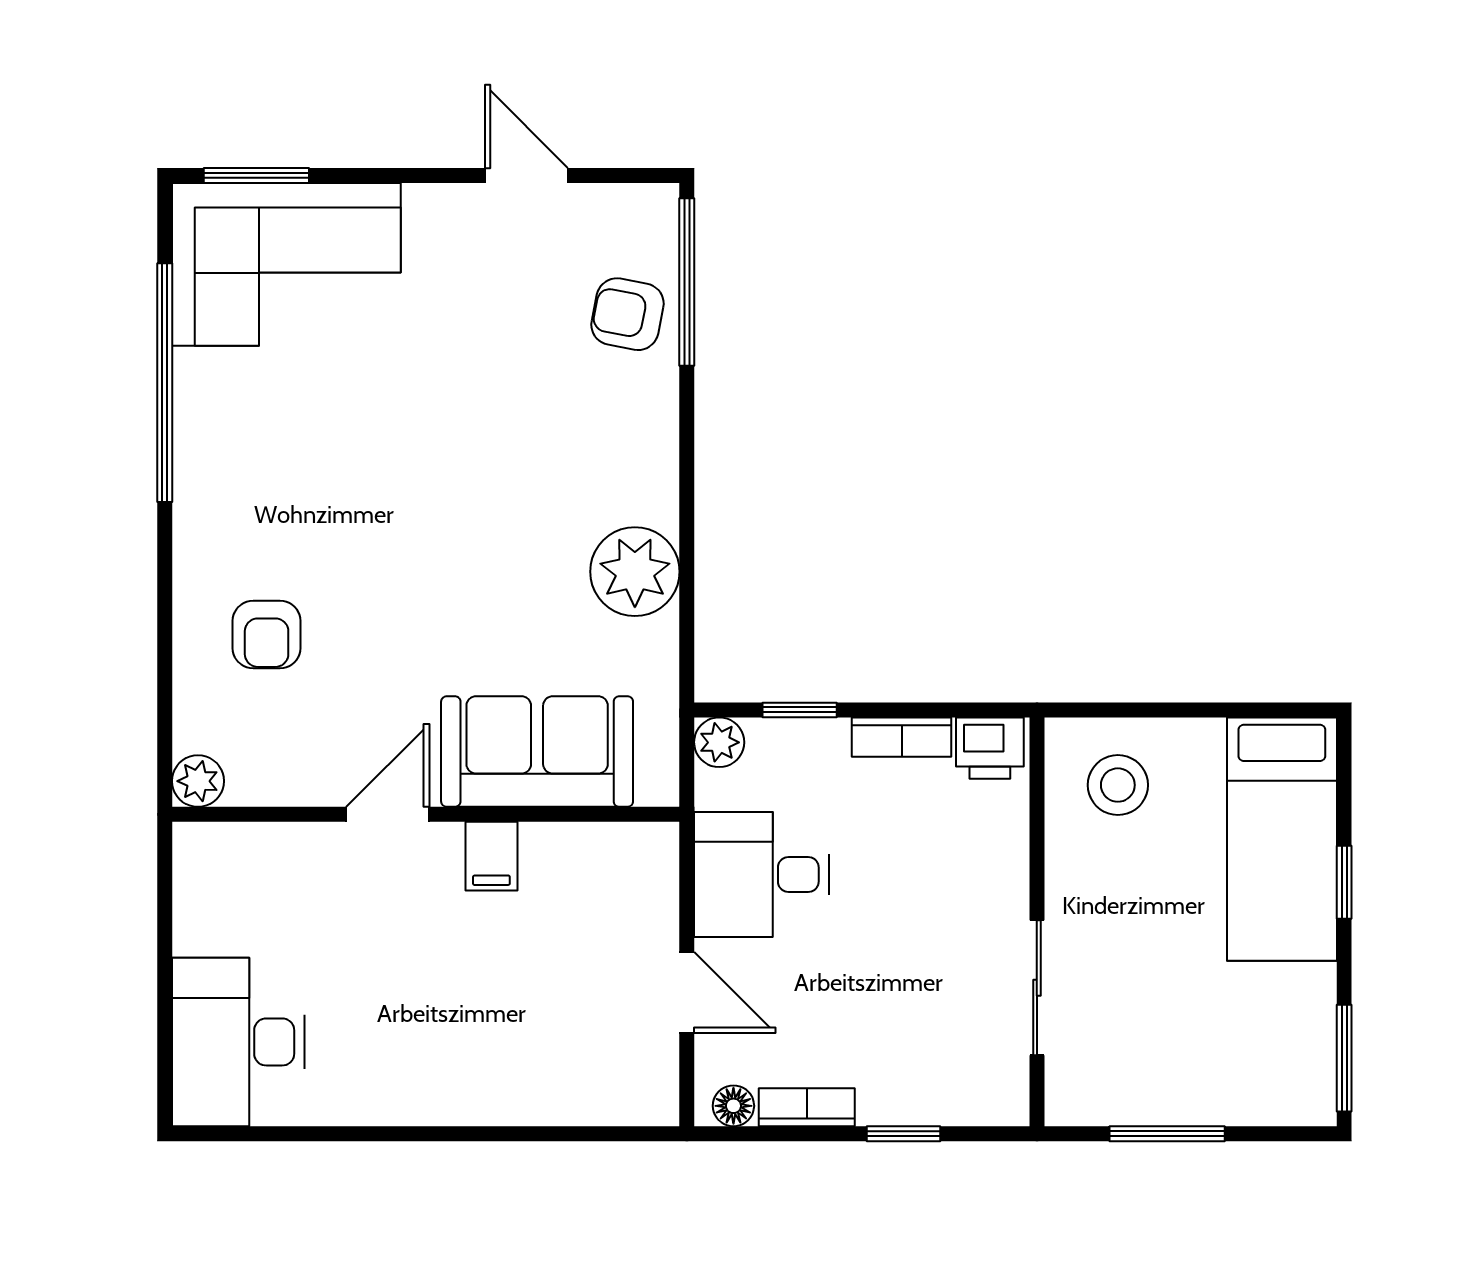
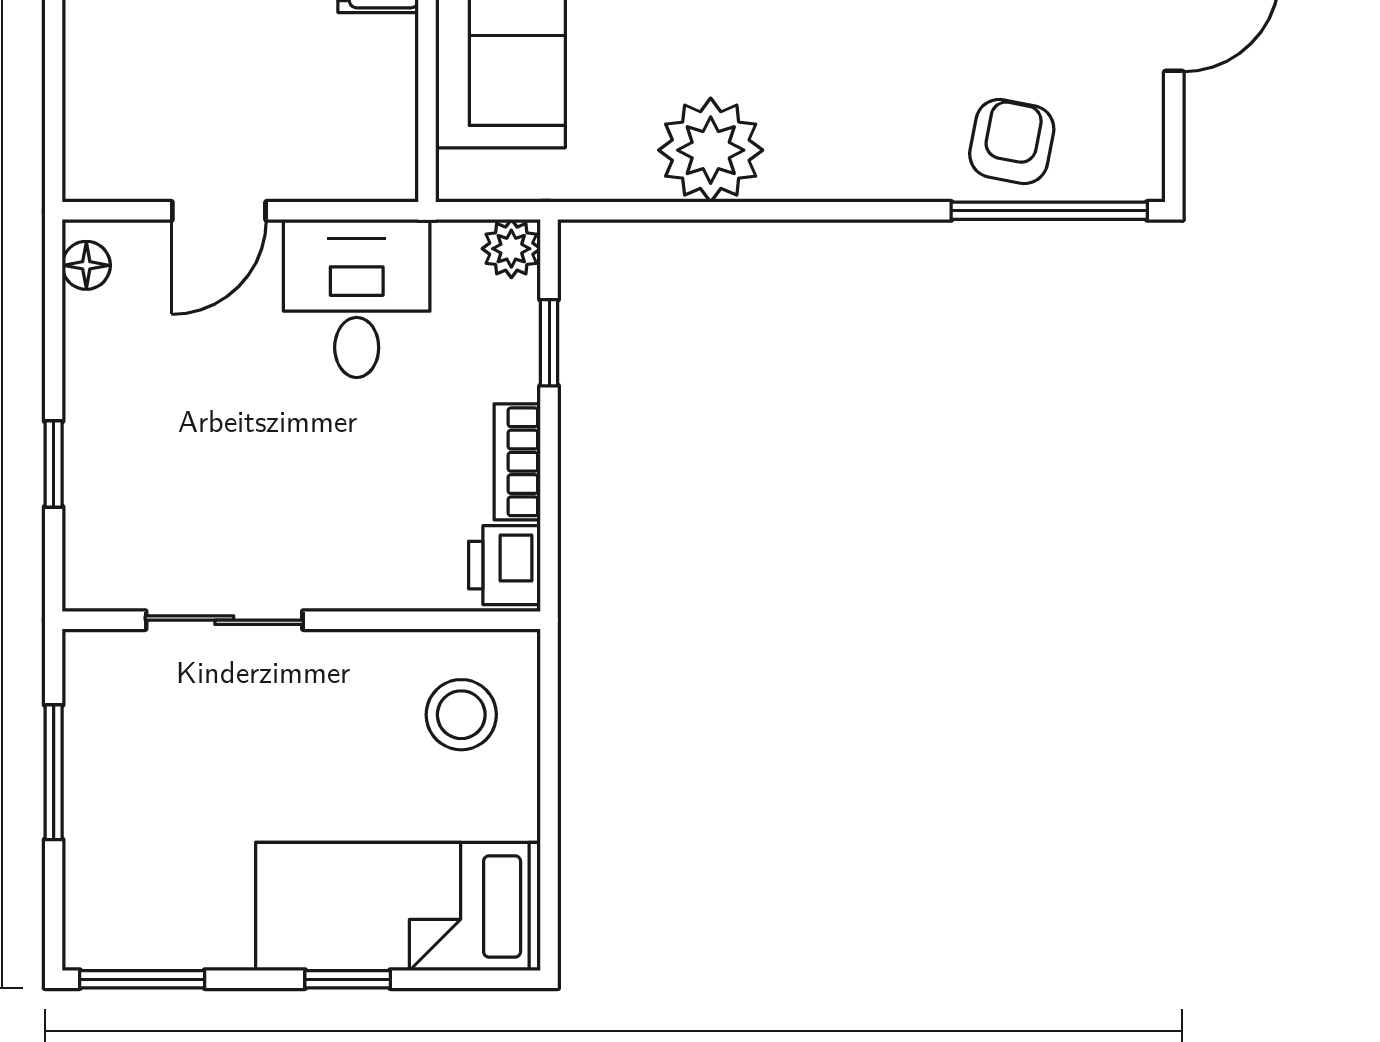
bookcase: (807, 1107) -> (85, 351), removed

